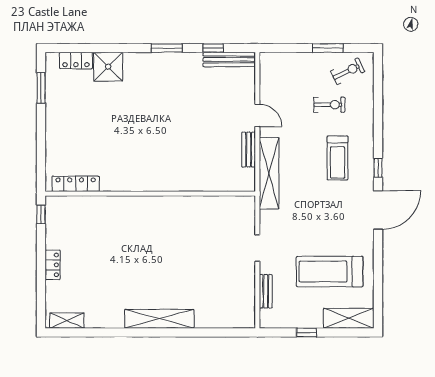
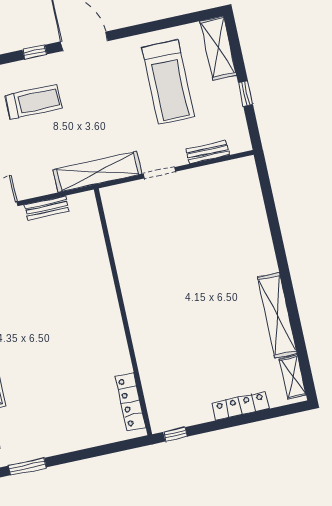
shelving: (269, 173) -> (97, 172), moved
locker: (53, 265) -> (240, 406), width x1.53
shelving: (159, 319) -> (277, 315), moved

